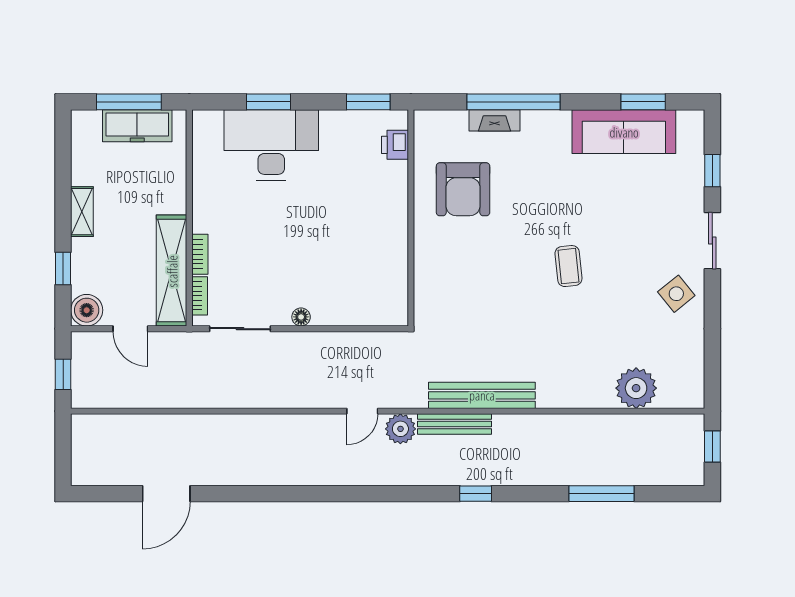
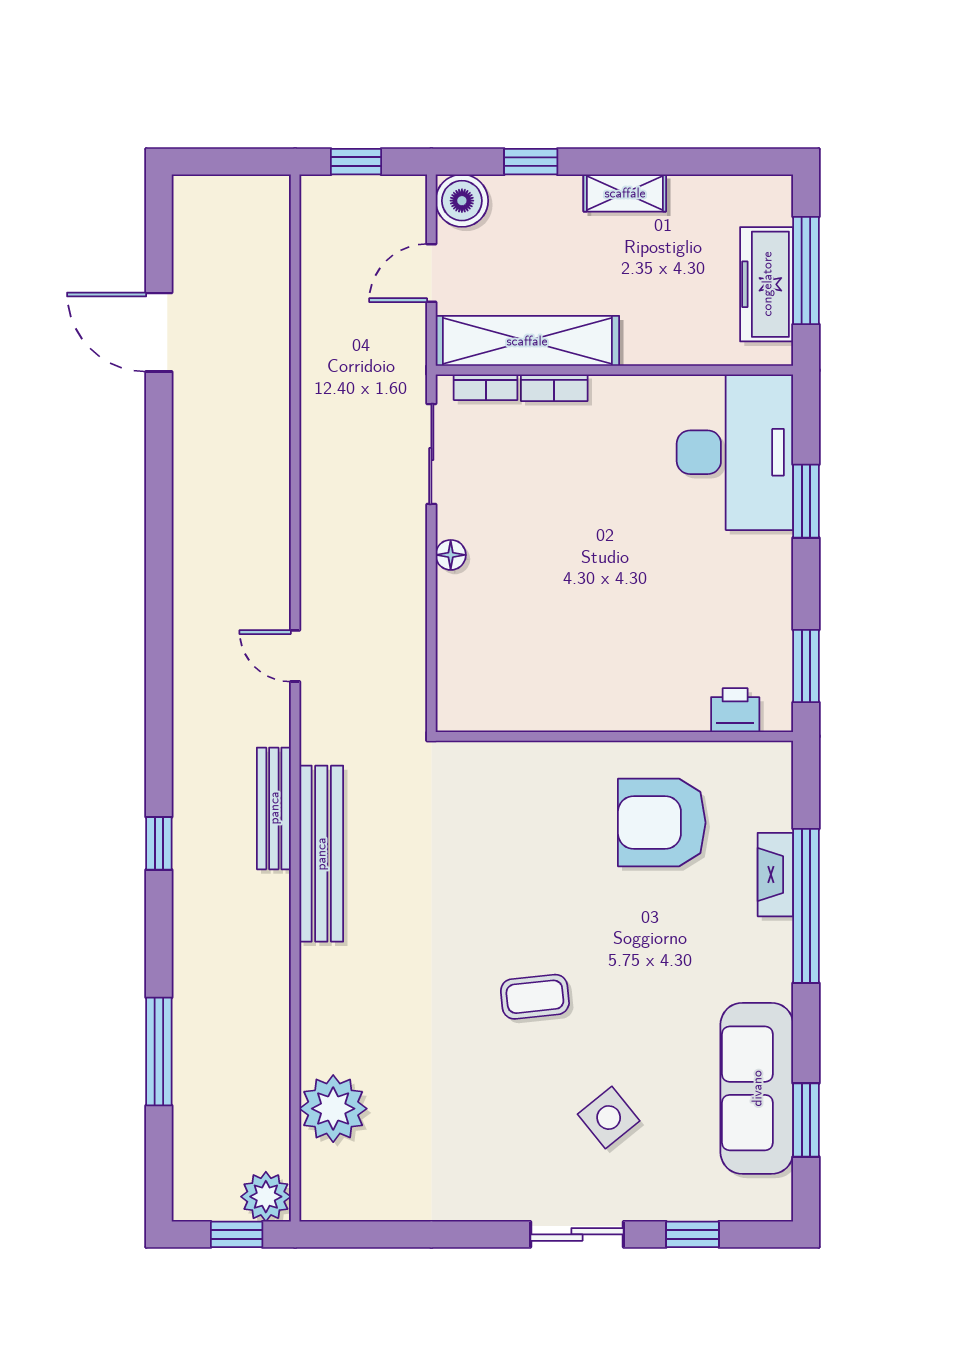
desk: (271, 145) -> (735, 452), moved
side table: (676, 294) -> (609, 1118), moved
plant: (400, 429) -> (266, 1197), moved

